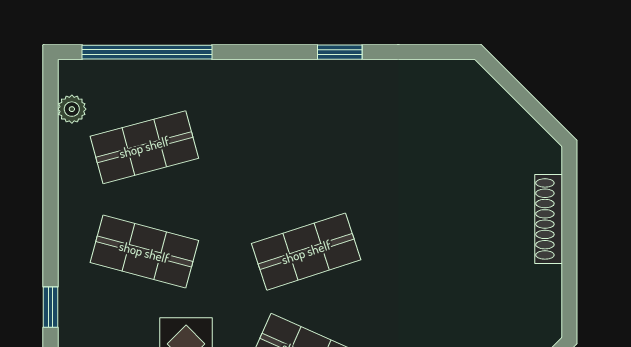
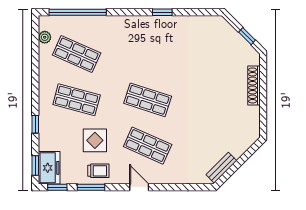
window: (533, 107) -> (247, 36), added
shop shelf: (144, 147) -> (77, 54), turned 39
shop shelf: (306, 252) -> (148, 100), turned 36

